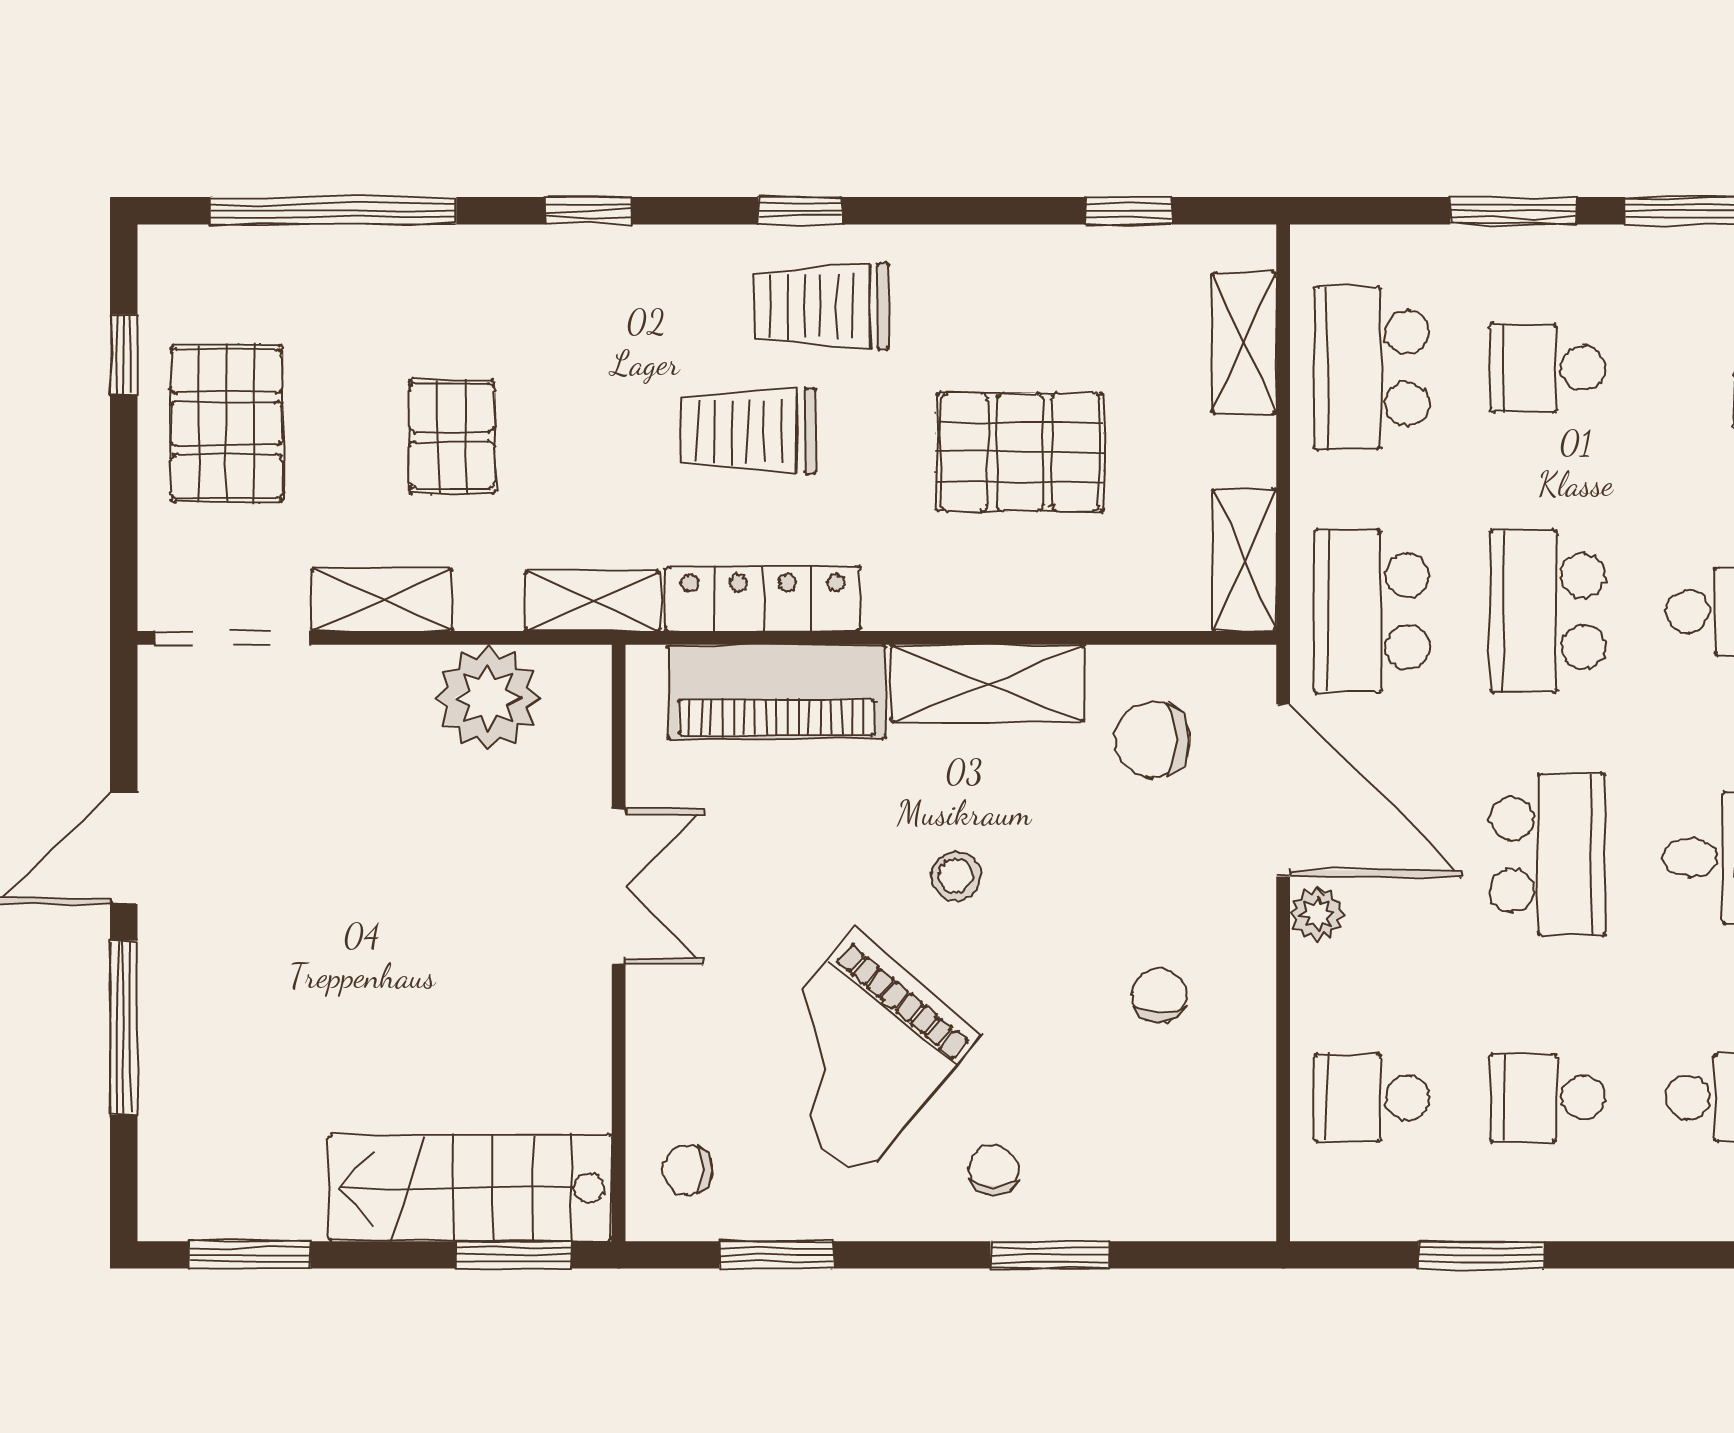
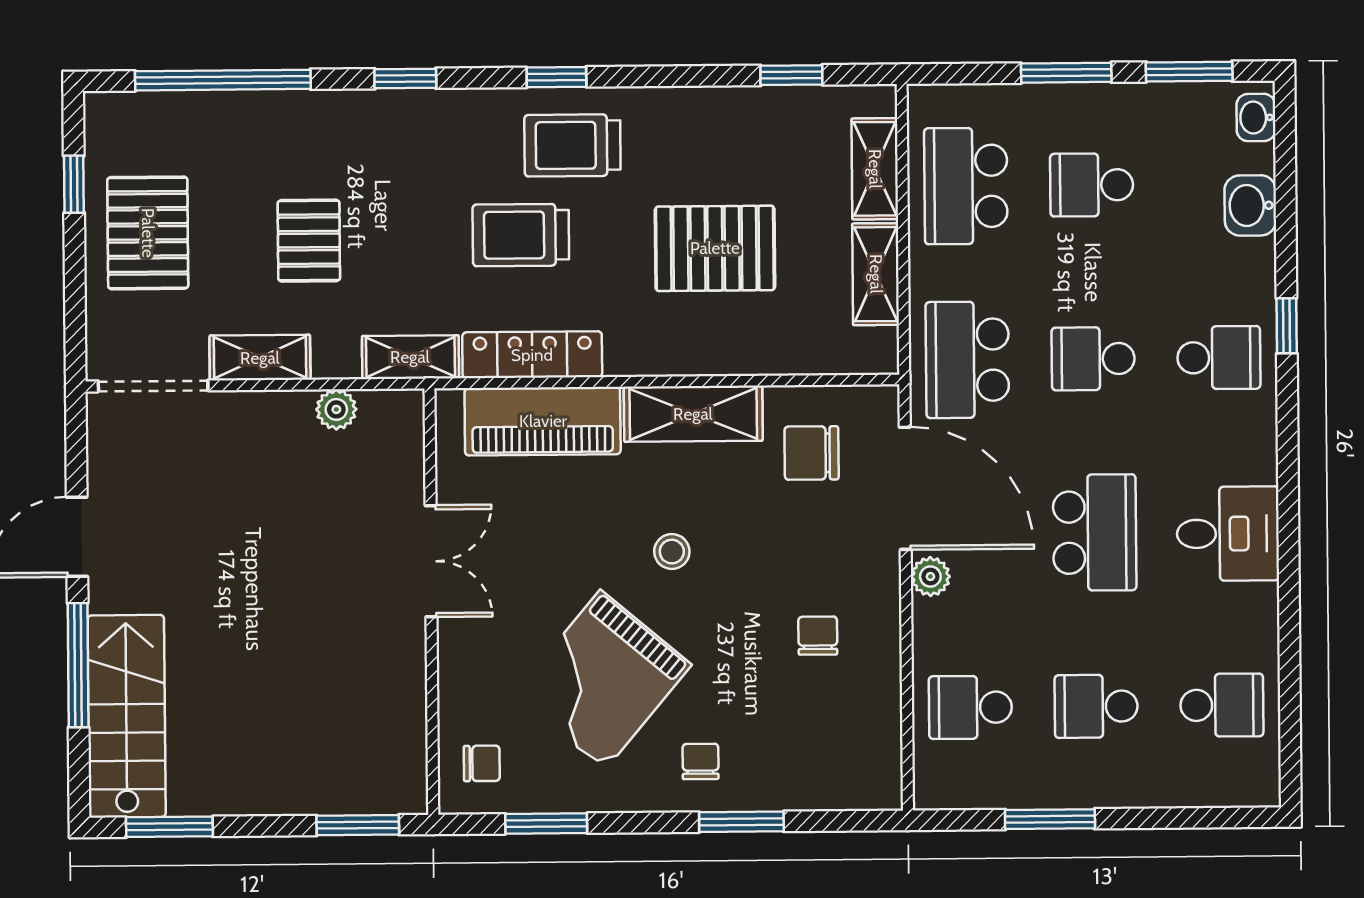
shelving: (1244, 560) -> (876, 274), moved
school desk: (1548, 611) -> (1093, 359), width x0.54
plant: (488, 698) -> (336, 409), width x0.53, depth x0.53
chair: (687, 1170) -> (482, 763), turned 180
stairs: (470, 1188) -> (126, 716), moved, turned 90

